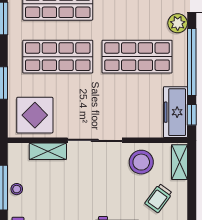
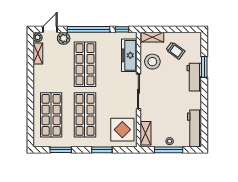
freezer: (175, 112) -> (129, 55), moved, turned 90
shelving: (48, 151) -> (145, 133), moved

